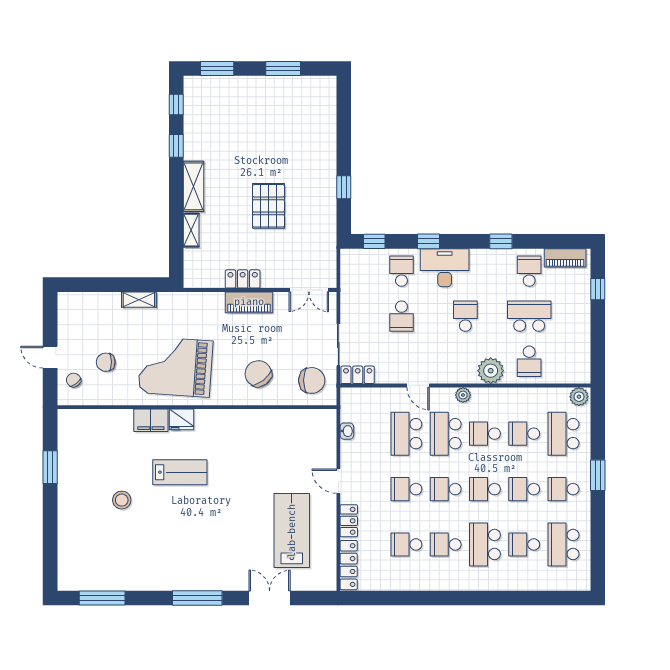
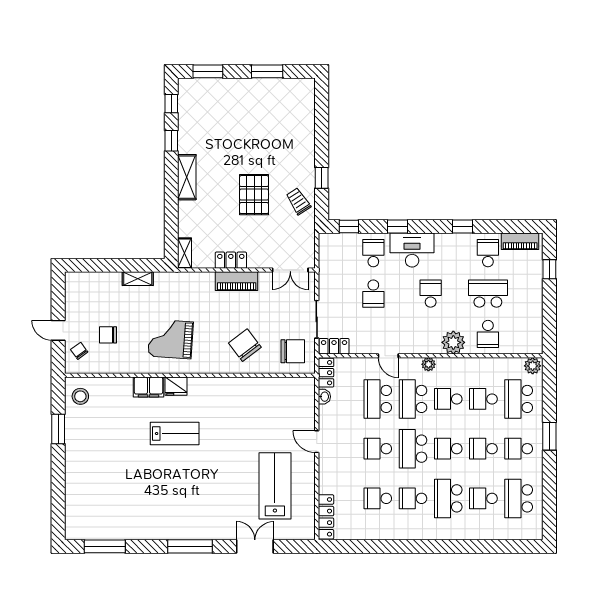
trolley: (318, 213) -> (298, 201), added
shelving: (191, 230) -> (185, 253), moved
grand piano: (176, 367) -> (171, 339), width x0.73, depth x0.68
school desk: (446, 489) -> (413, 449), width x1.85
stool: (122, 500) -> (80, 396), moved
locker: (349, 521) -> (326, 373), moved

